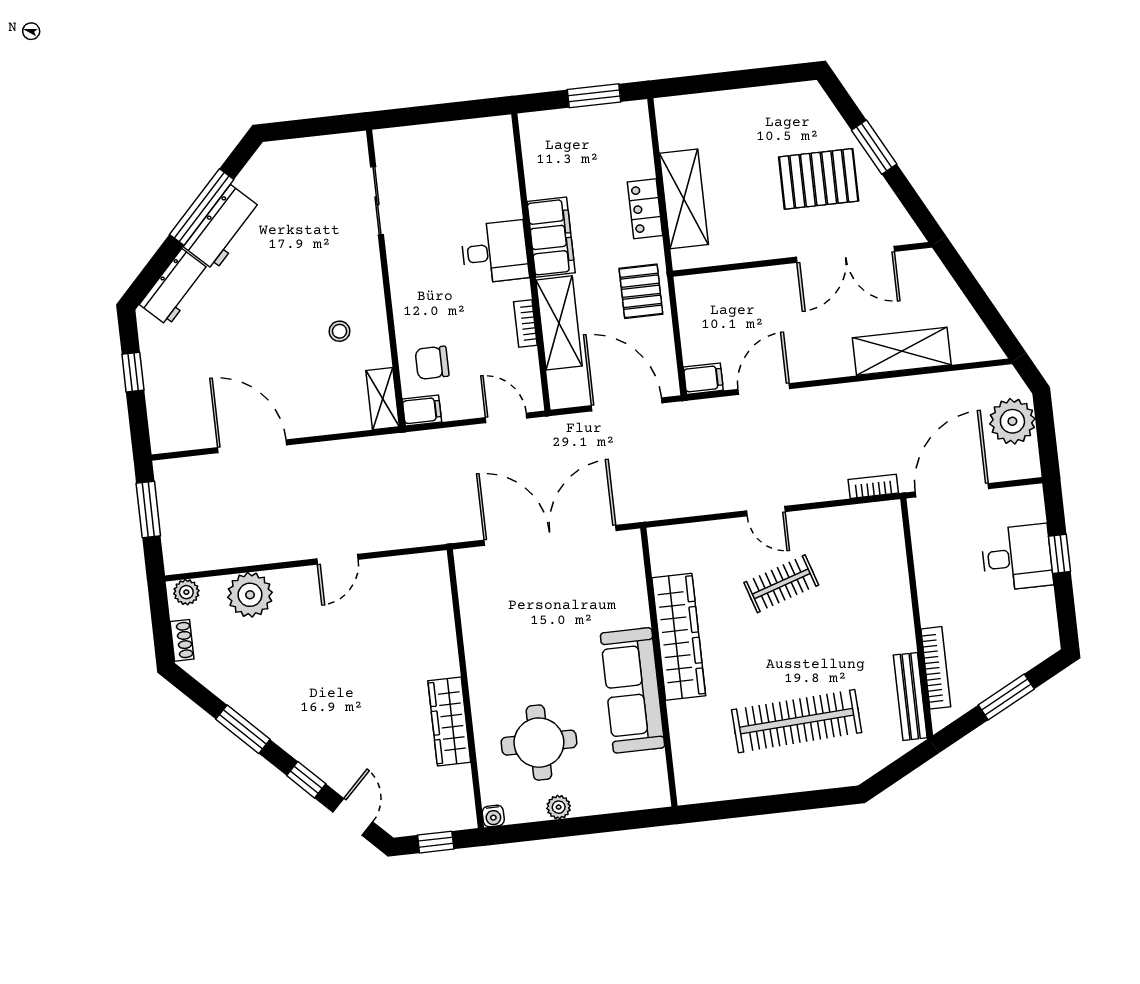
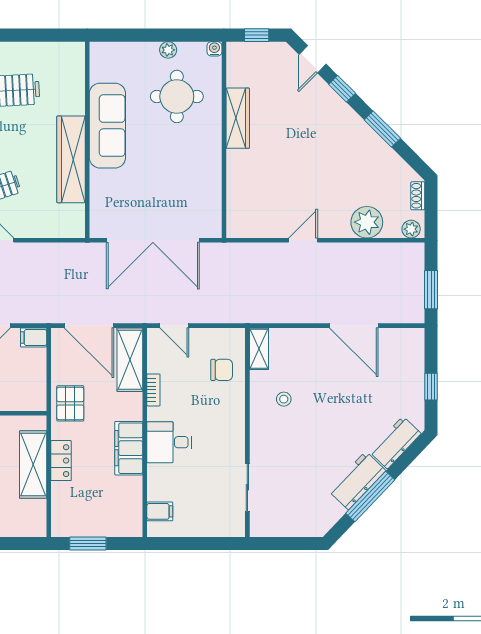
shelving: (559, 323) -> (130, 360), moved
filing cabinet: (422, 410) -> (160, 511), moved, turned 180

